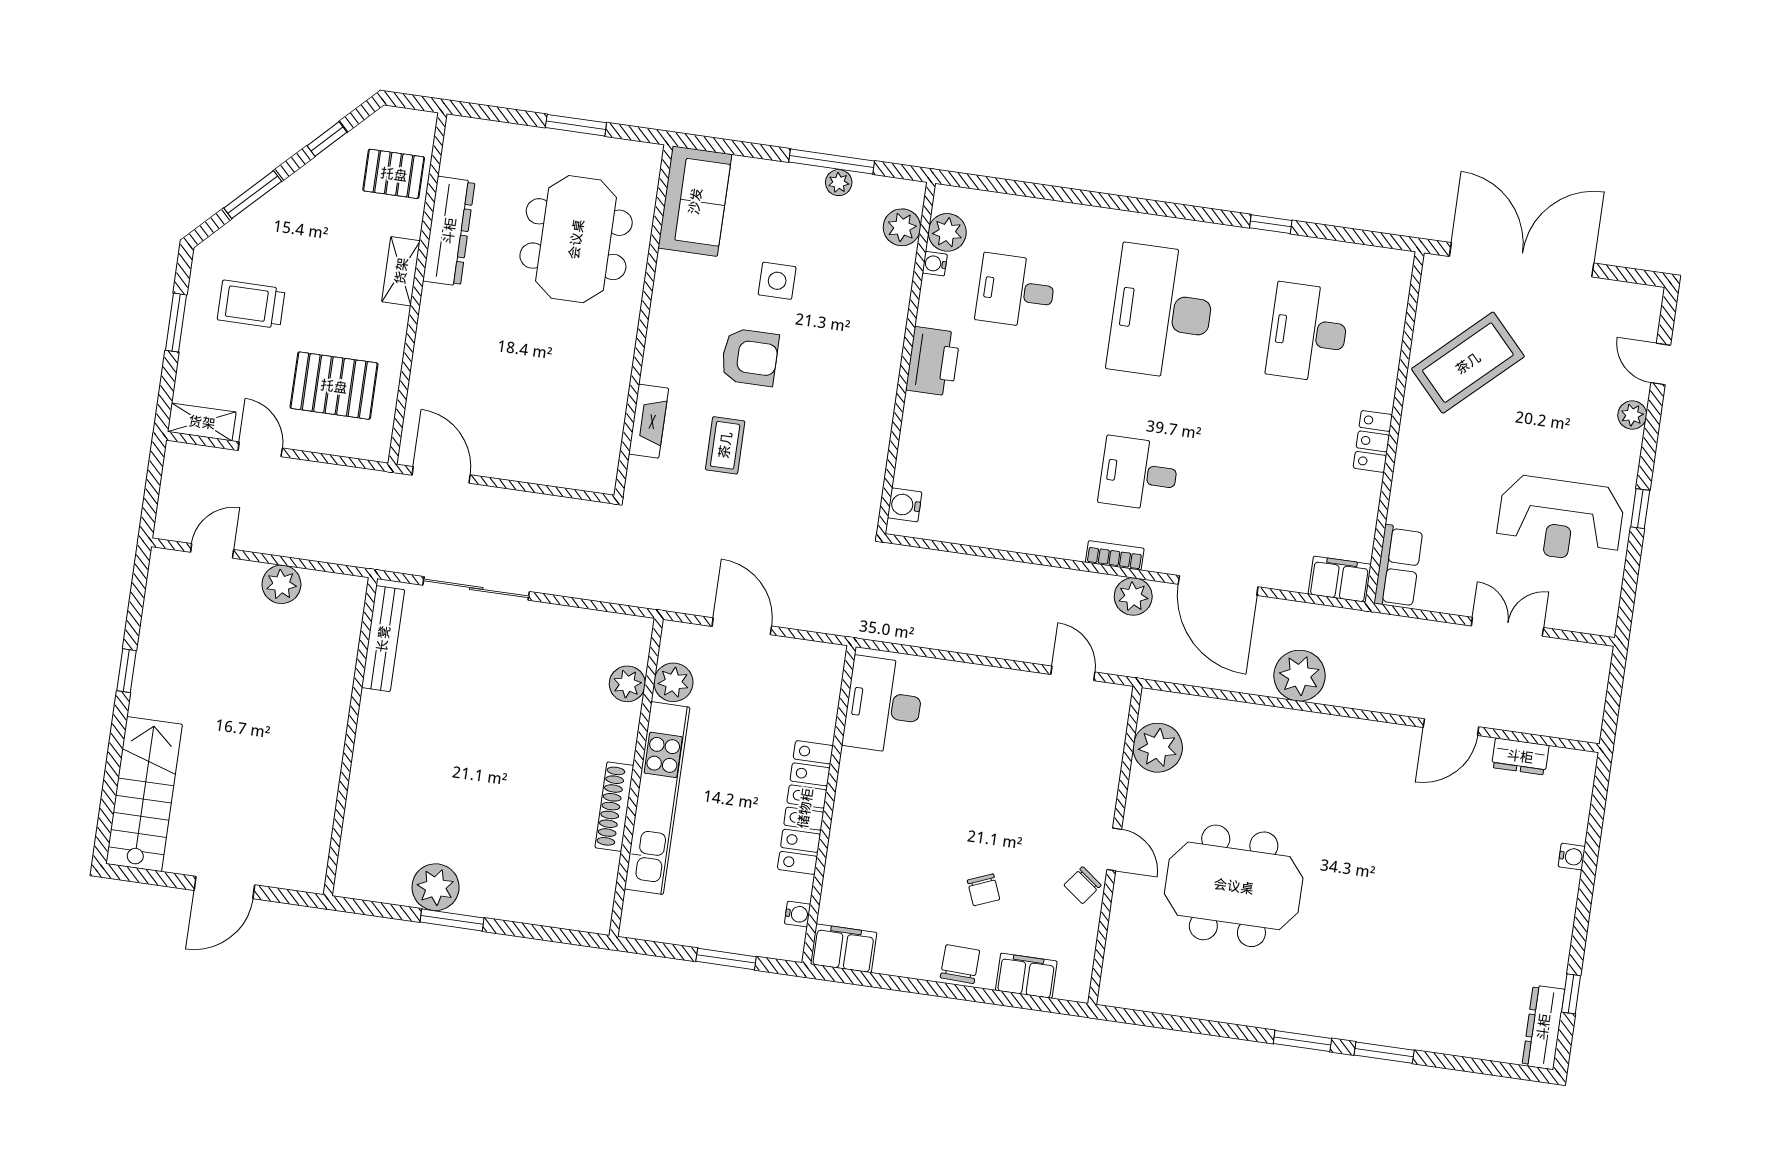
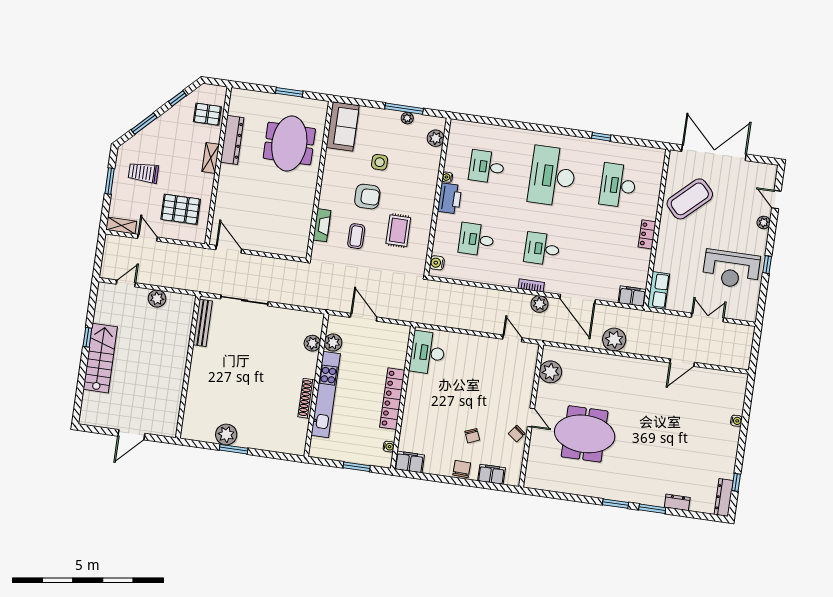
plant: (947, 232) -> (456, 140), removed
water cooler: (935, 264) -> (447, 177), moved
rug: (819, 433) -> (398, 231), added
desk: (993, 453) -> (476, 239), added
dresser: (1520, 756) -> (677, 502), moved, turned 180
stairs: (144, 794) -> (100, 358), moved

